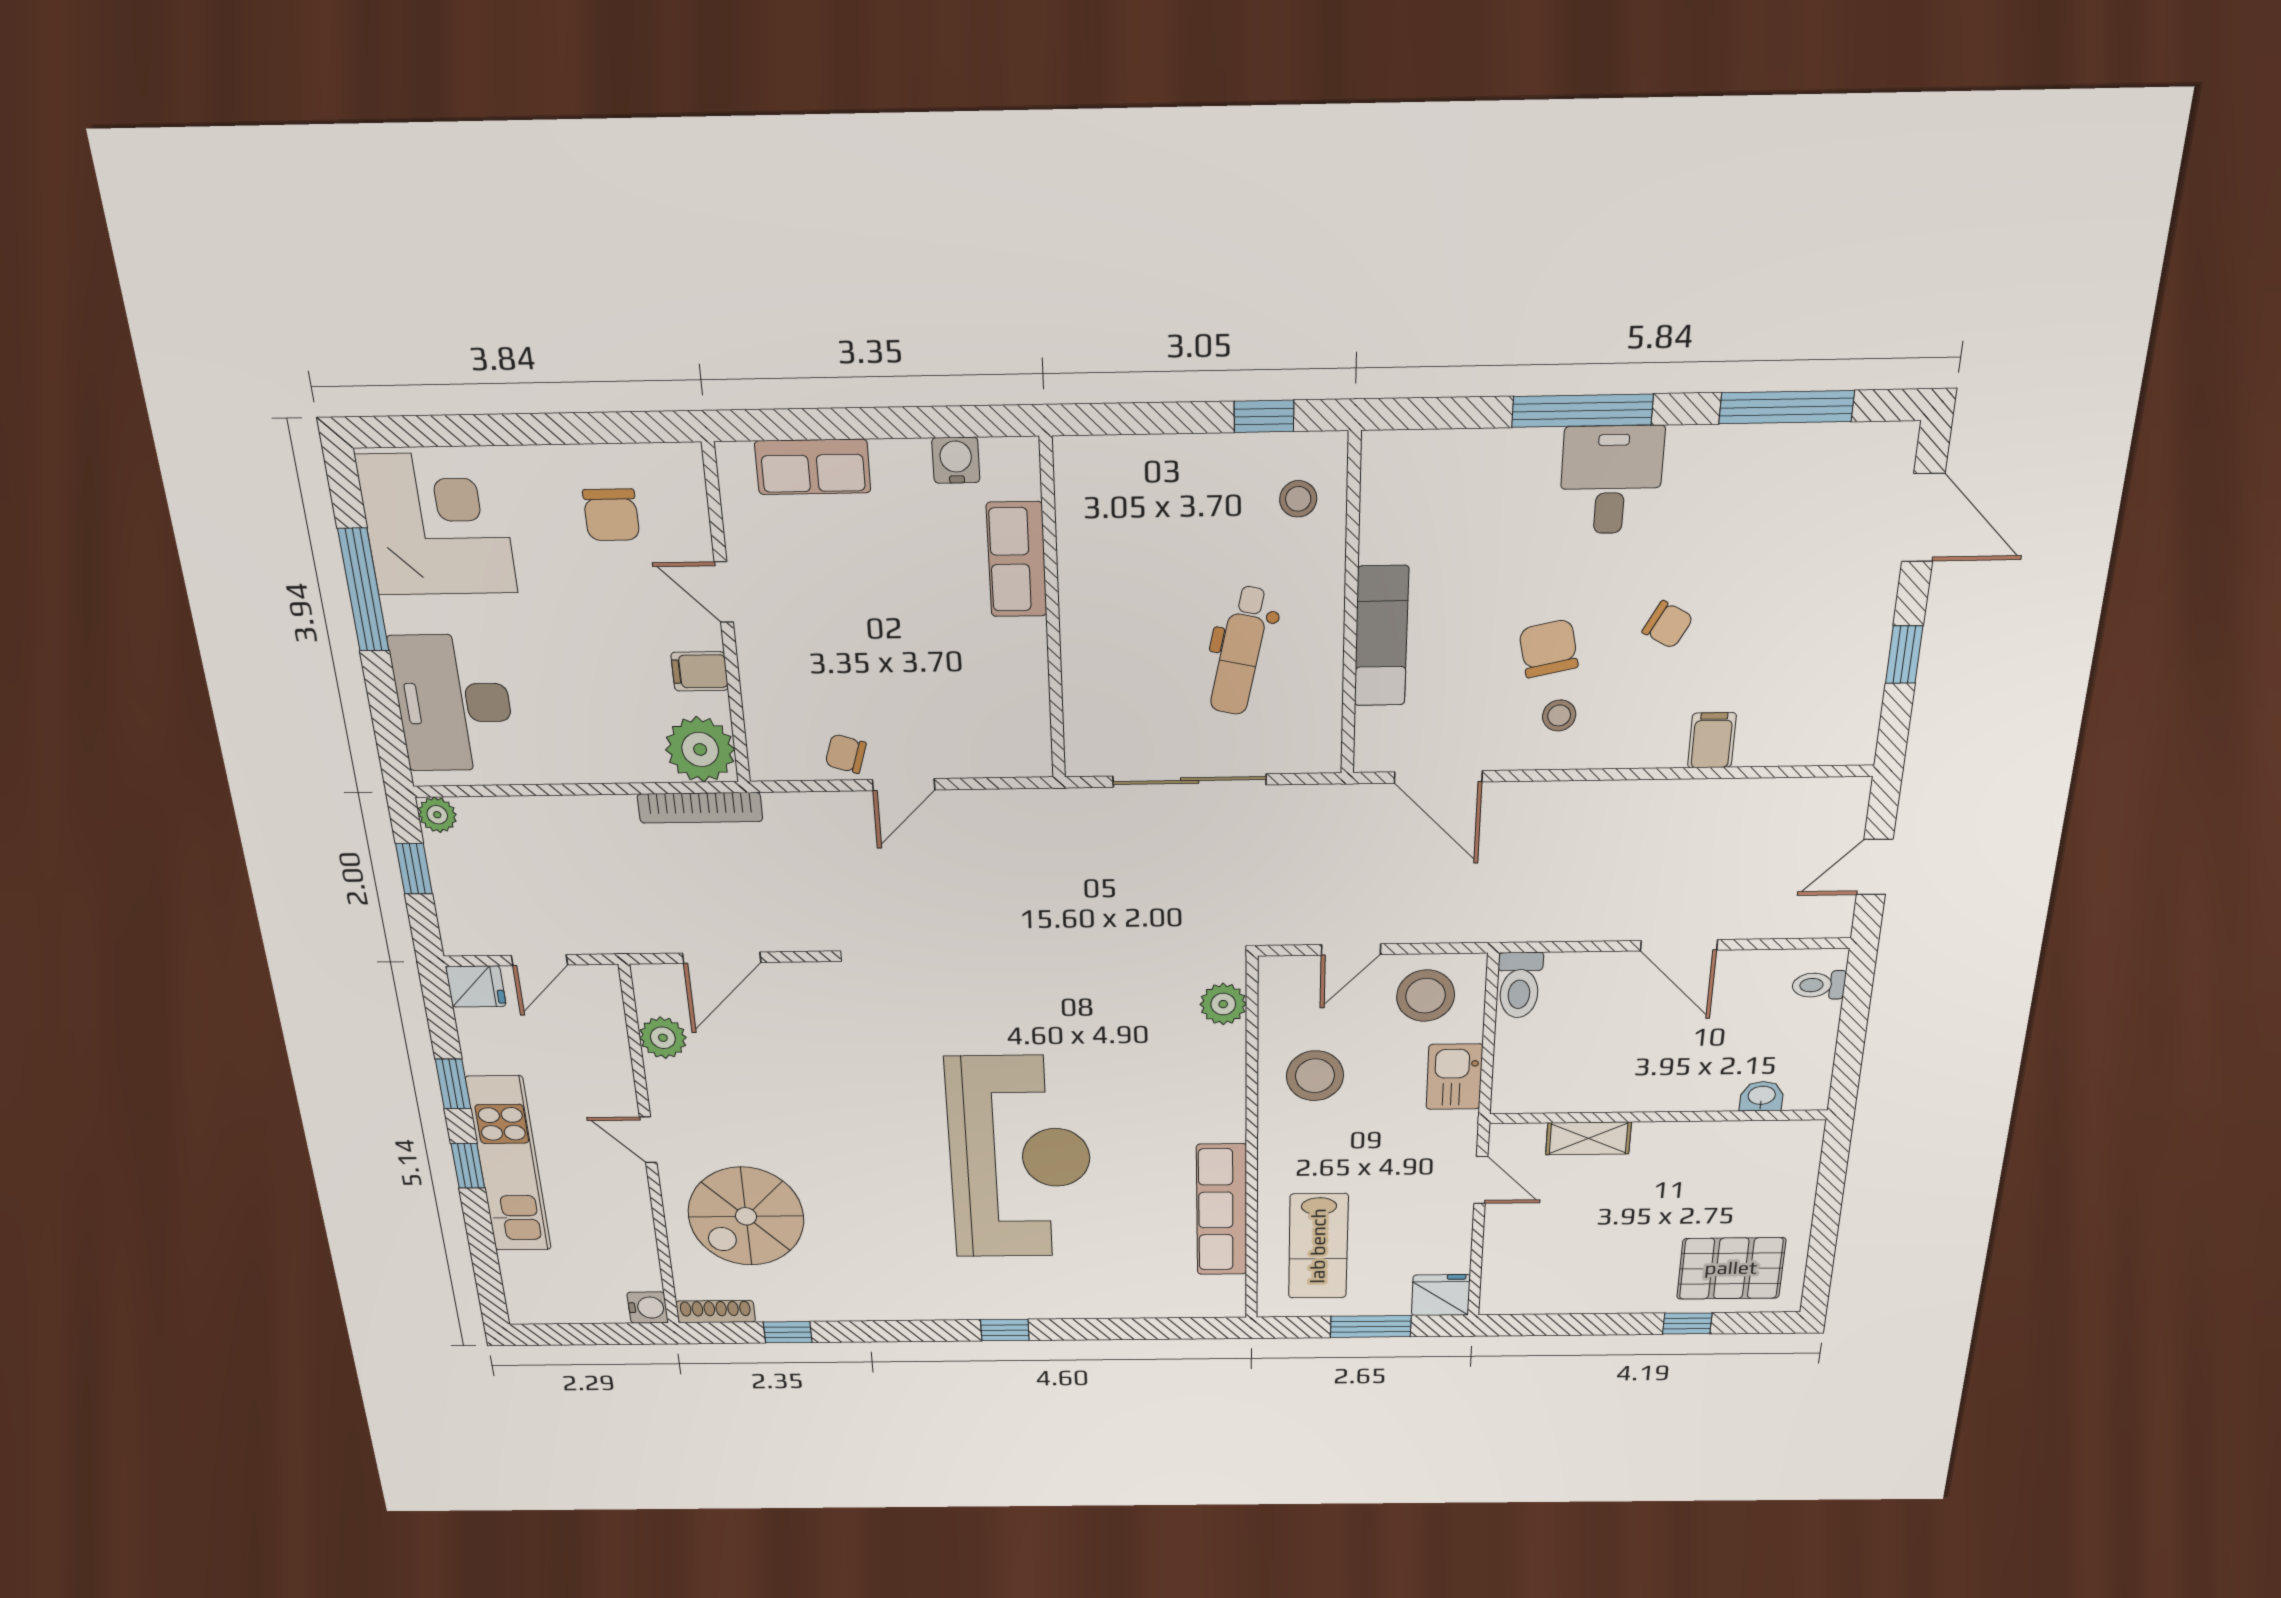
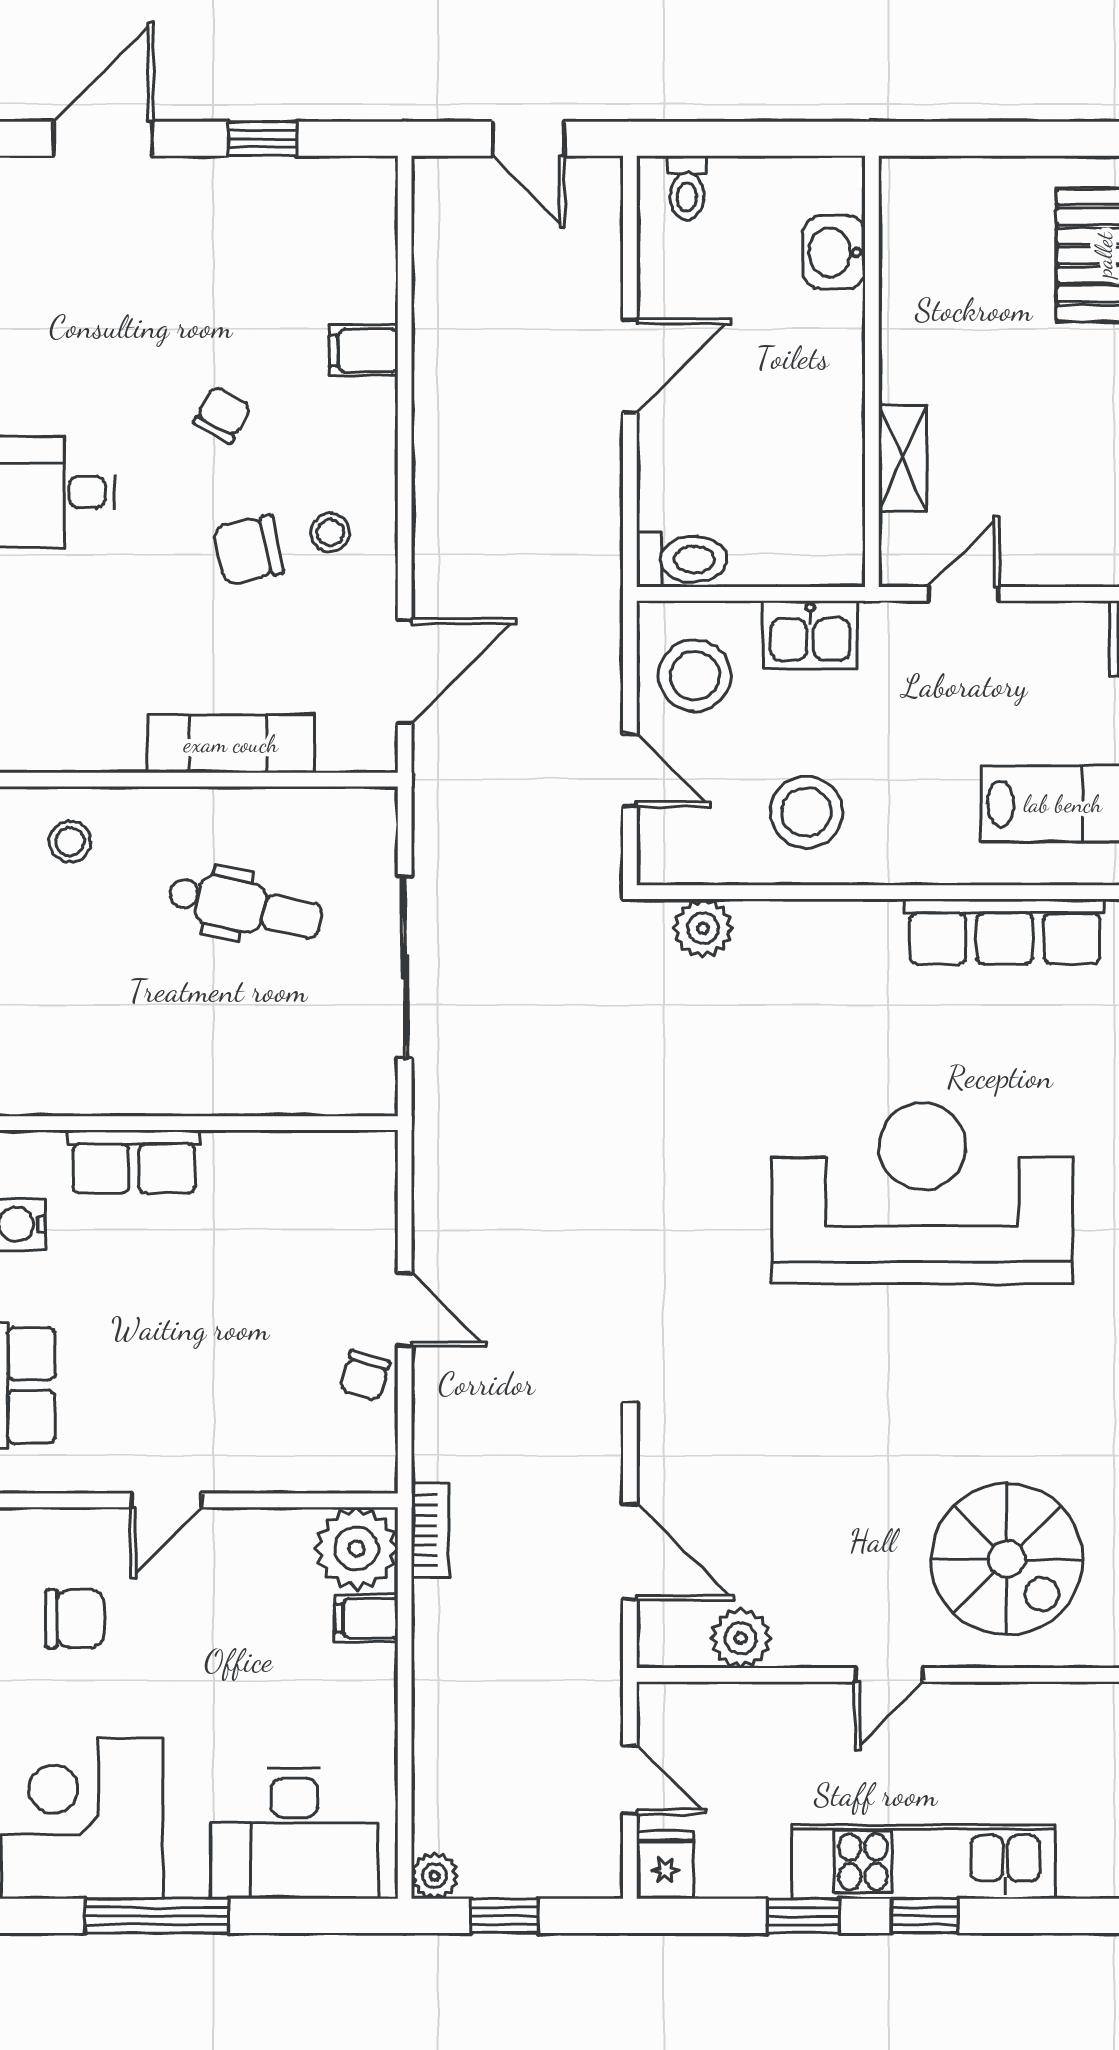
filing cabinet: (700, 671) -> (366, 1618), moved, turned 90
bookcase: (700, 808) -> (430, 1530), width x0.64
washbasin: (1762, 1096) -> (834, 252), width x1.38, depth x1.45

